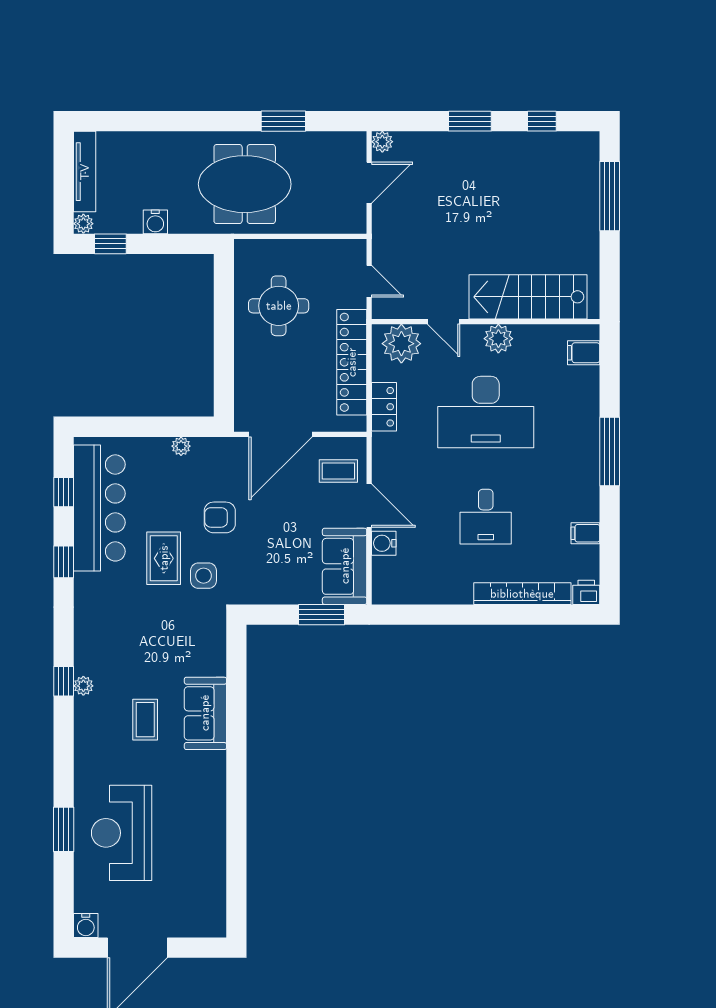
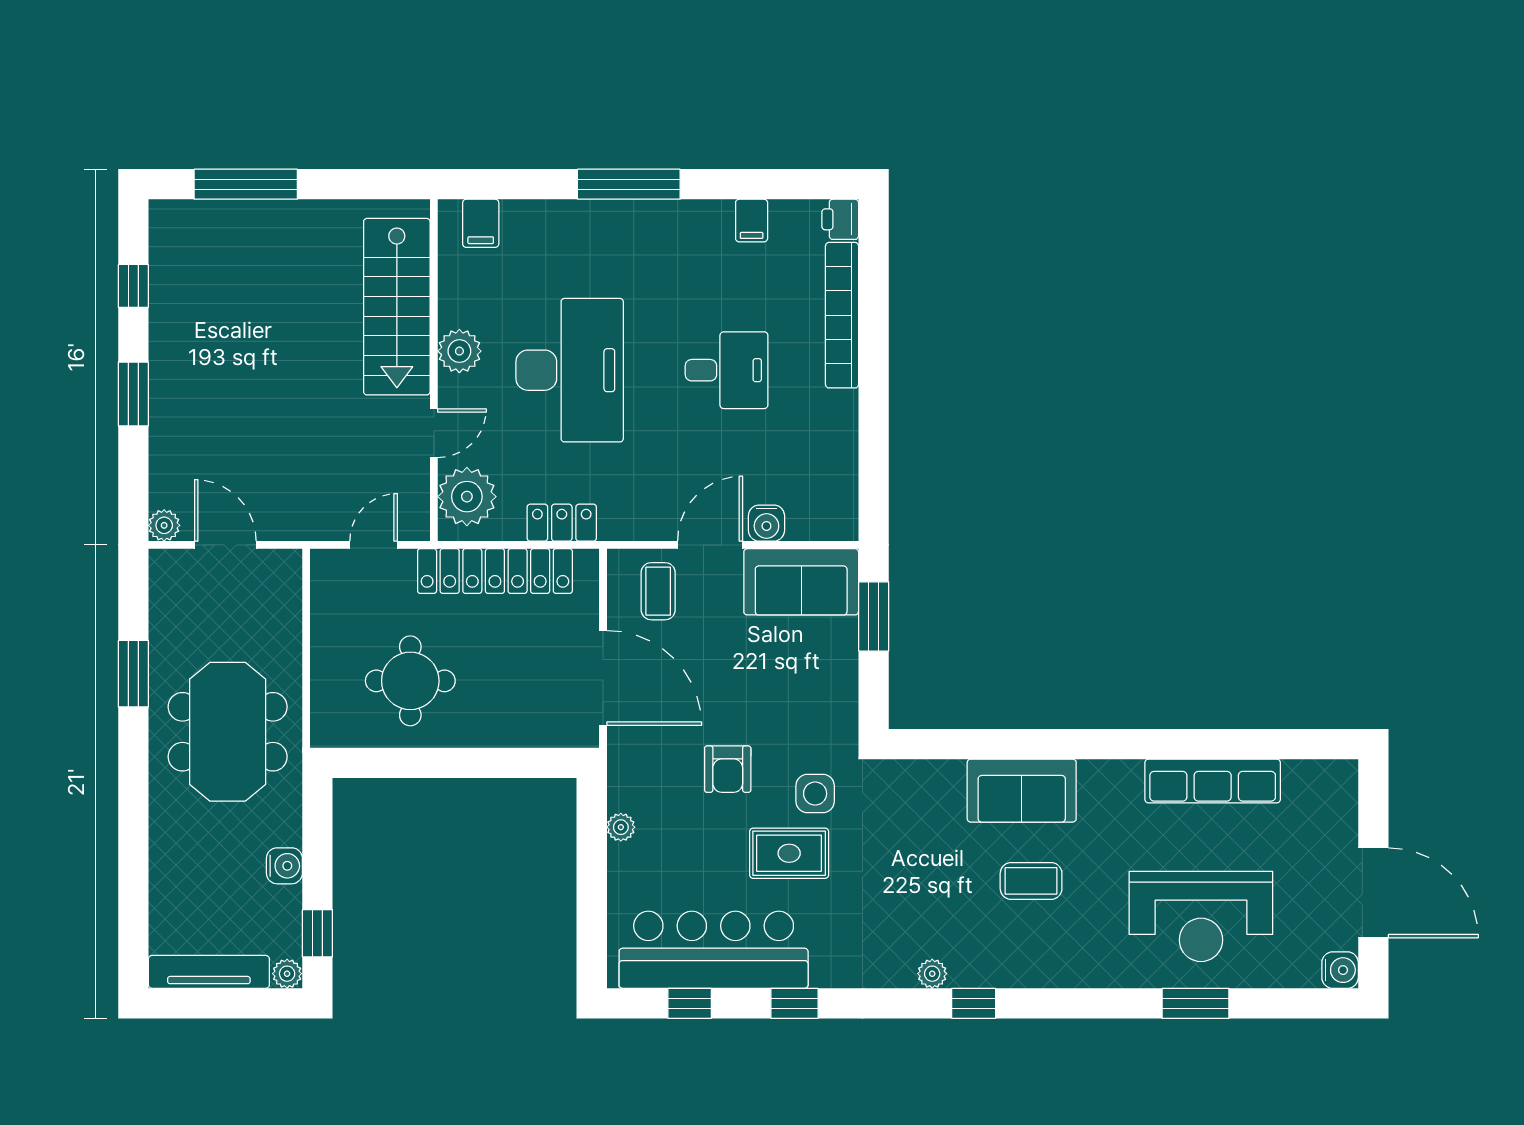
plant: (83, 686) -> (932, 974), moved
row of seats: (212, 841) -> (1213, 781), added

